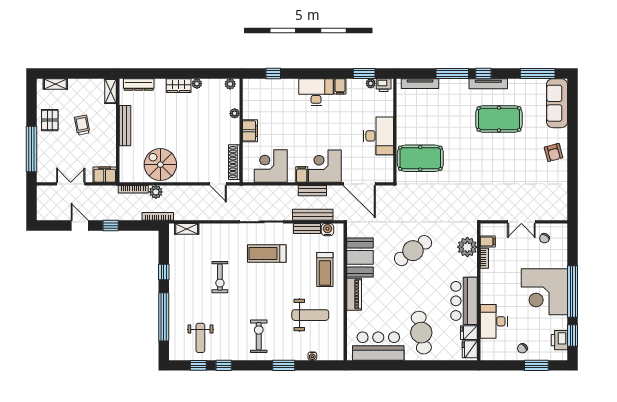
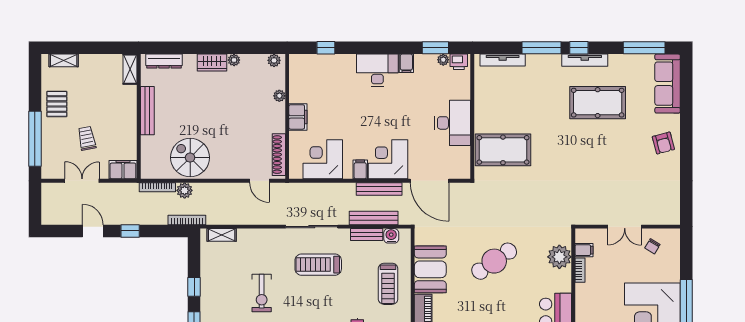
trolley: (82, 125) -> (87, 138), moved
bench: (312, 191) -> (379, 189), width x1.36

